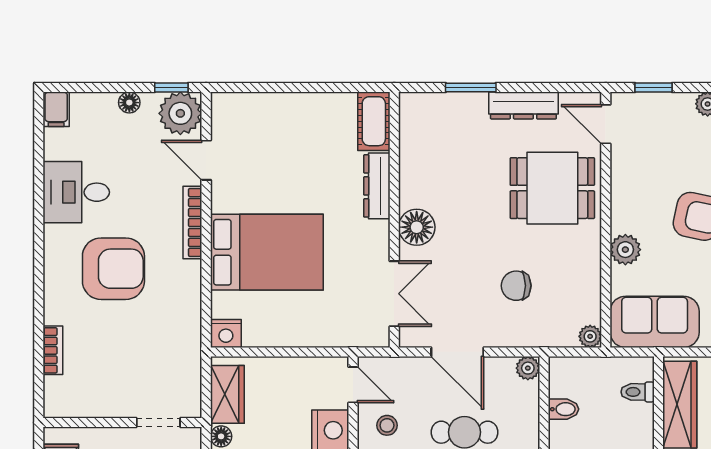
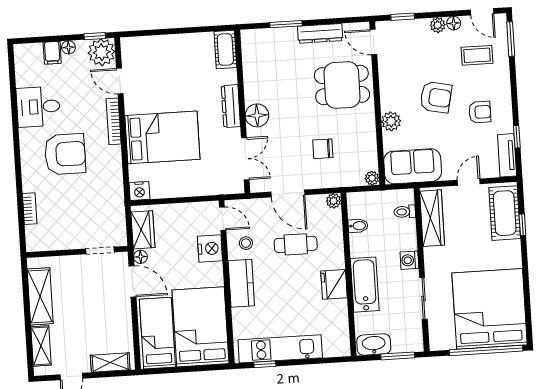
filing cabinet: (56, 109) -> (52, 53), moved
dresser: (377, 186) -> (231, 106), moved

